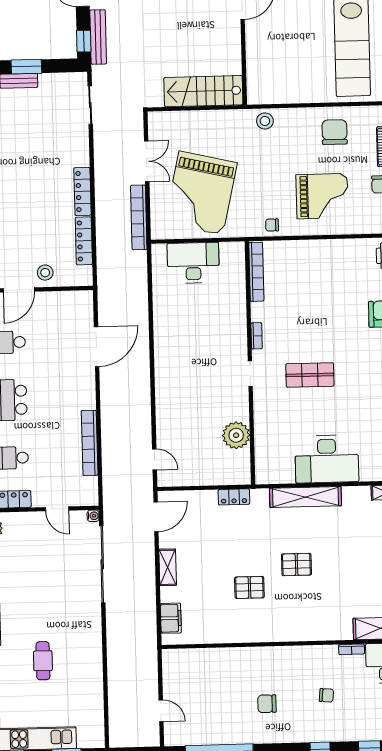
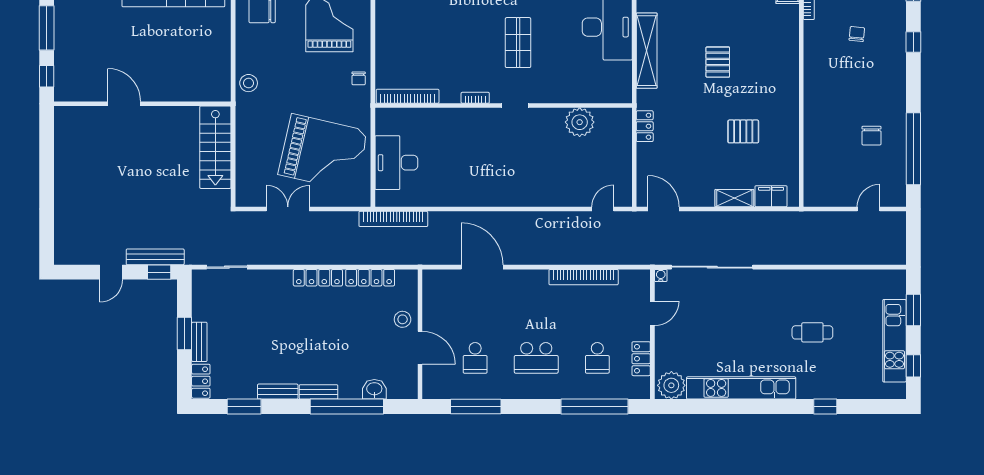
bookcase: (139, 217) -> (393, 219), moved
shelving: (168, 567) -> (734, 198), moved
pallet: (249, 587) -> (743, 131), moved, turned 90
chair: (267, 704) -> (871, 136), moved

